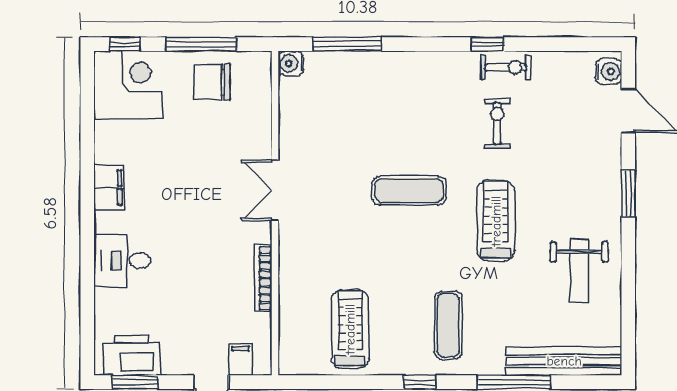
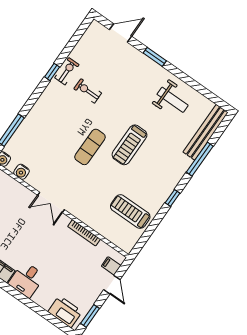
water cooler: (609, 71) -> (22, 172), moved, turned 180
treadmill: (496, 221) -> (129, 145), moved, turned -90
desk: (122, 261) -> (27, 280), moved
exercise mat: (448, 325) -> (157, 170), removed
printer: (132, 355) -> (65, 312), moved, turned 90

